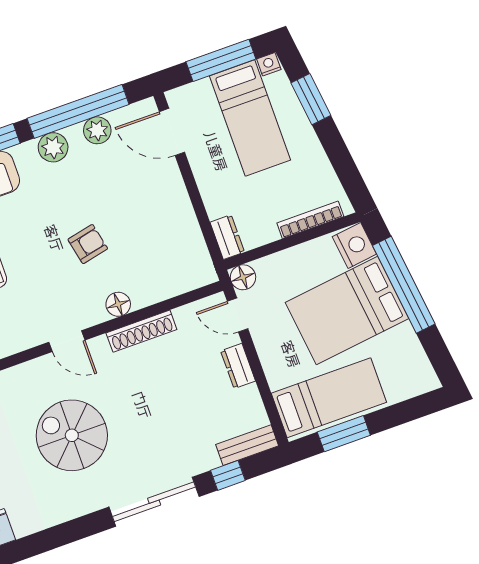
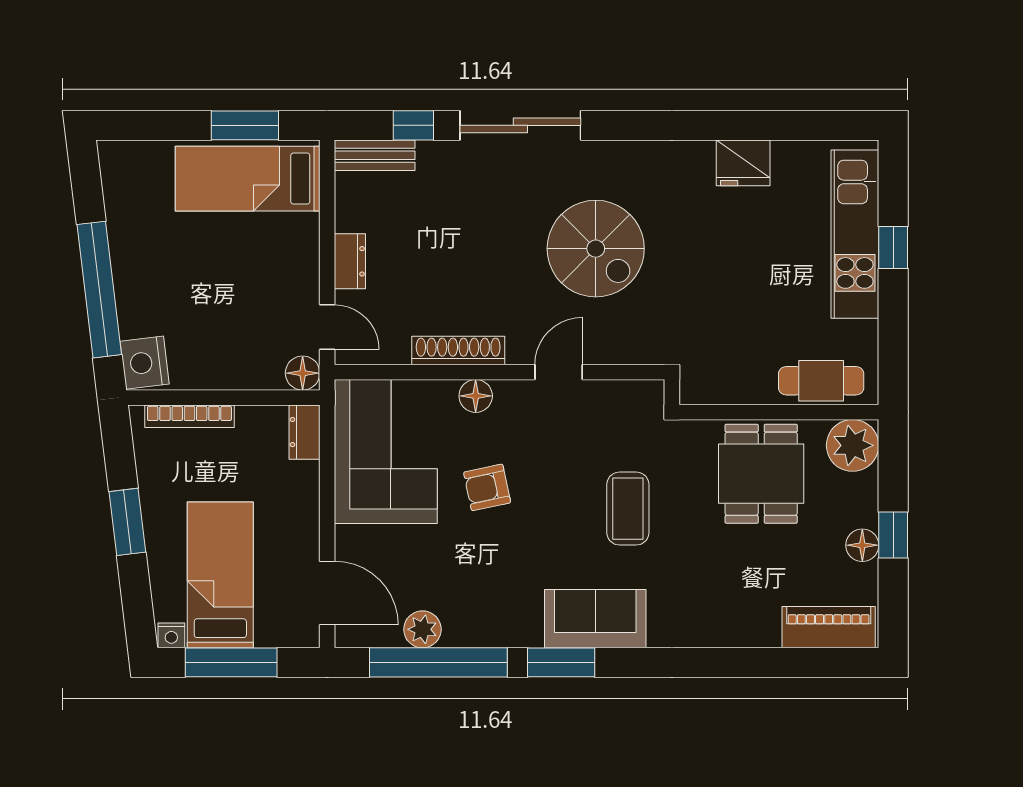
window: (311, 99) -> (127, 522), moved
plant: (53, 147) -> (487, 628), removed
corner sofa: (166, 244) -> (386, 451), added
bed: (347, 310) -> (184, 283), removed
door: (67, 341) -> (559, 372), hinge flipped

